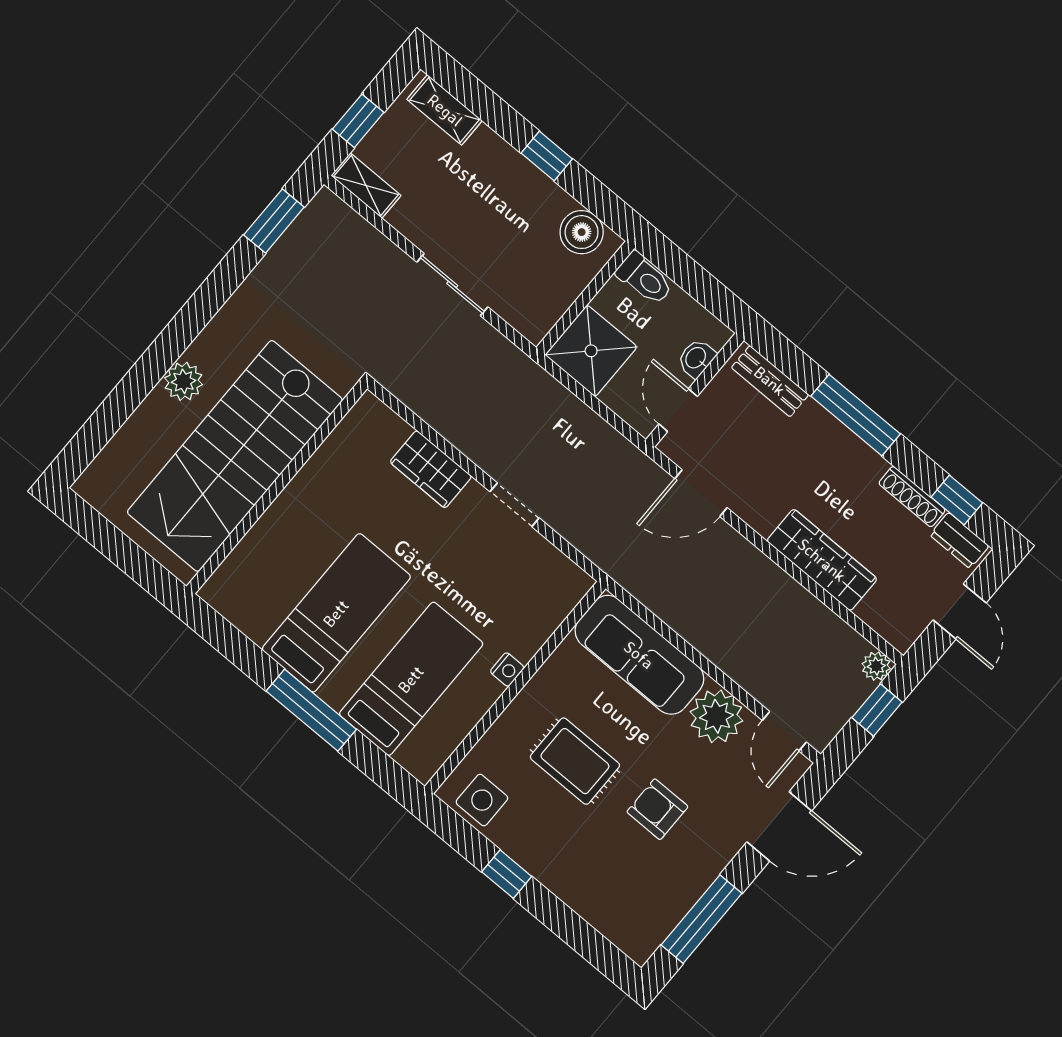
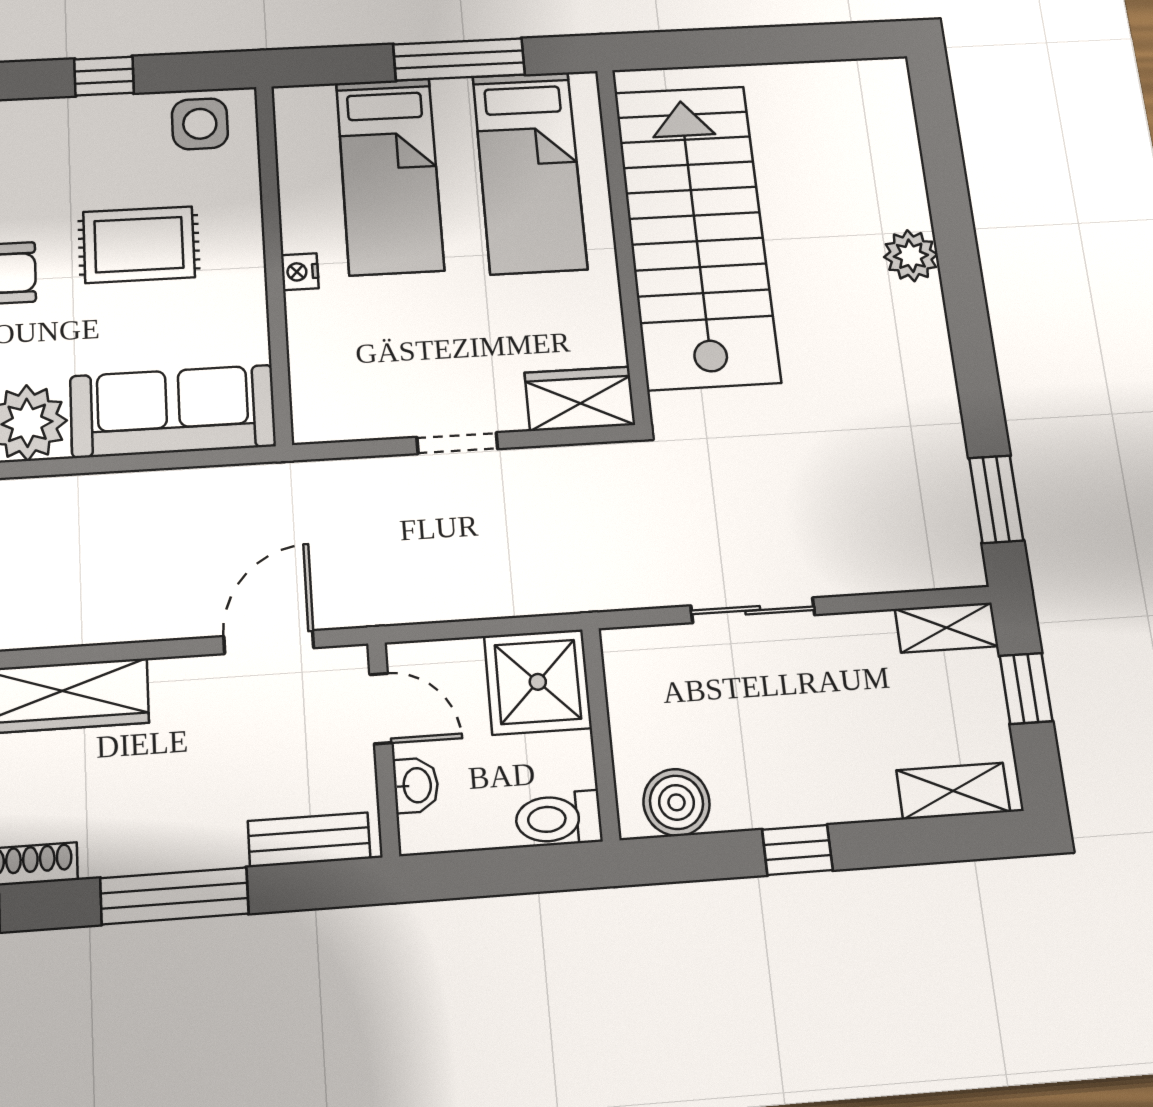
stairs: (235, 456) -> (696, 235), moved
wall: (277, 487) -> (623, 243), moved

